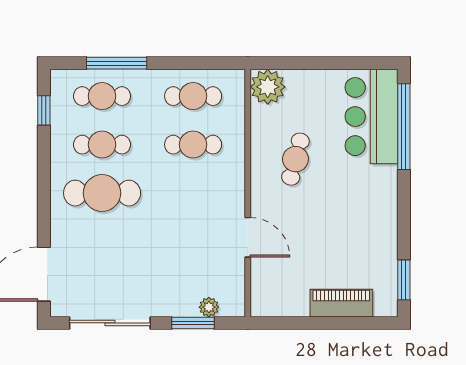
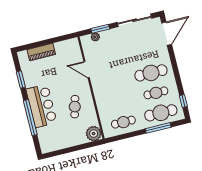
cafe table: (102, 96) -> (161, 113), width x1.37, depth x1.35
bar counter: (372, 117) -> (41, 106), moved
window: (404, 127) -> (30, 118), moved
cafe table: (193, 145) -> (118, 102), removed
window: (404, 280) -> (21, 80), moved

